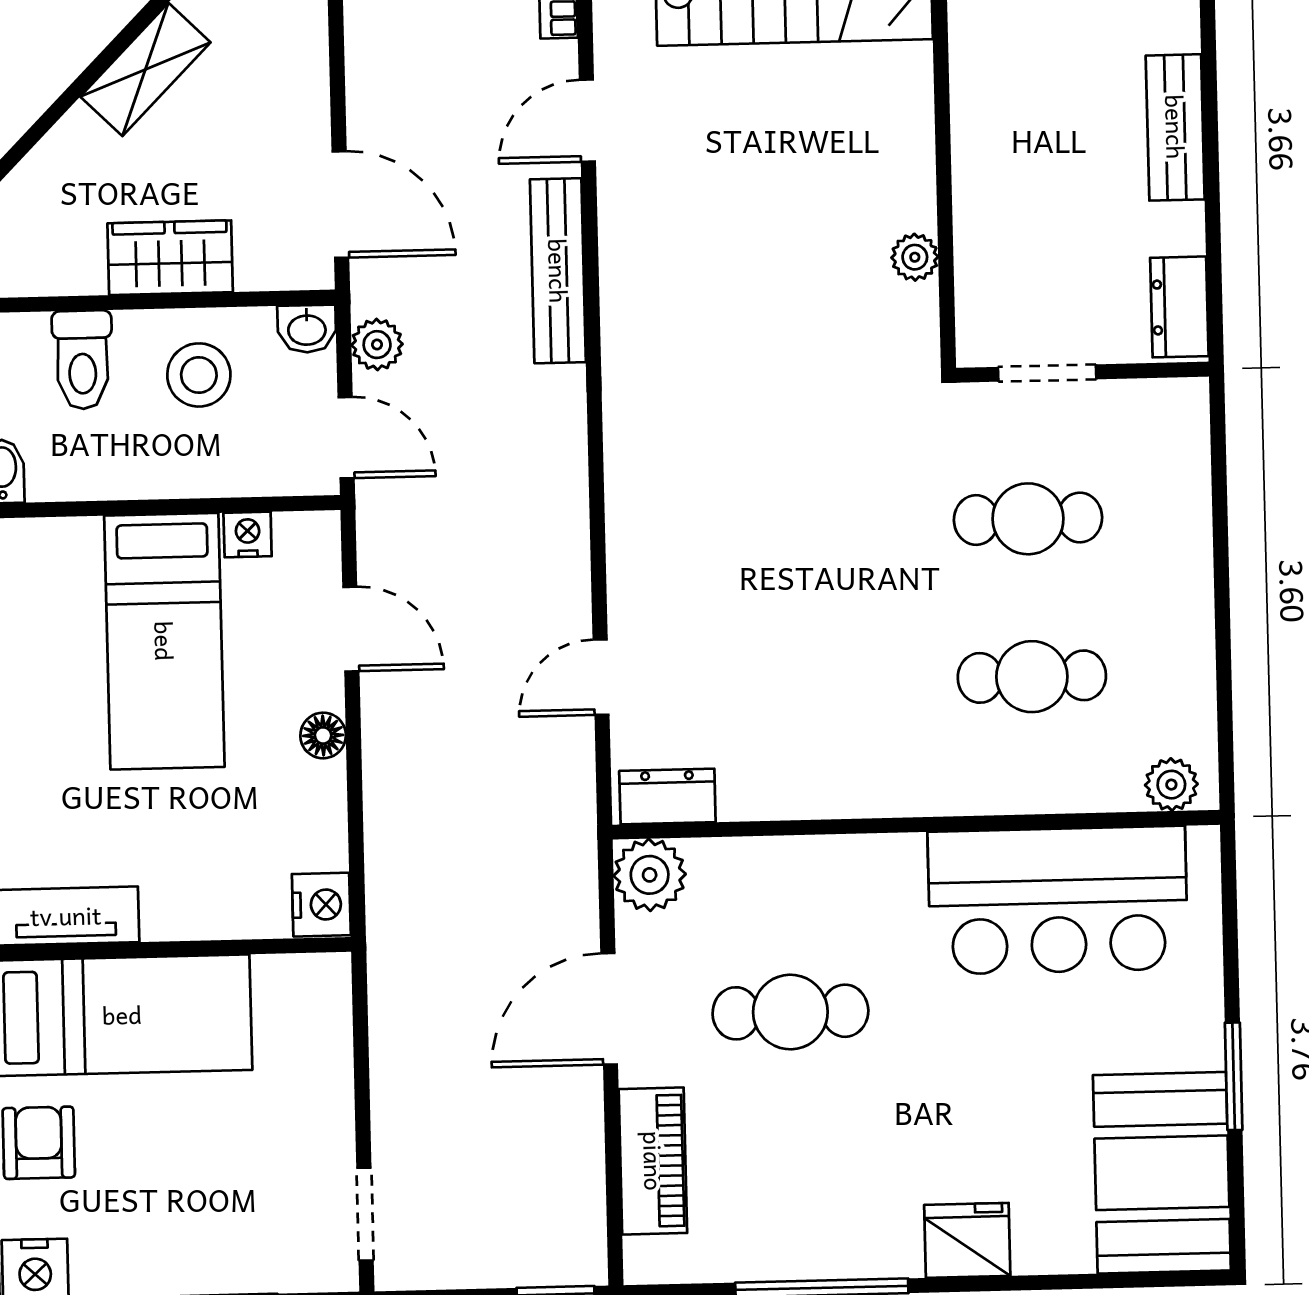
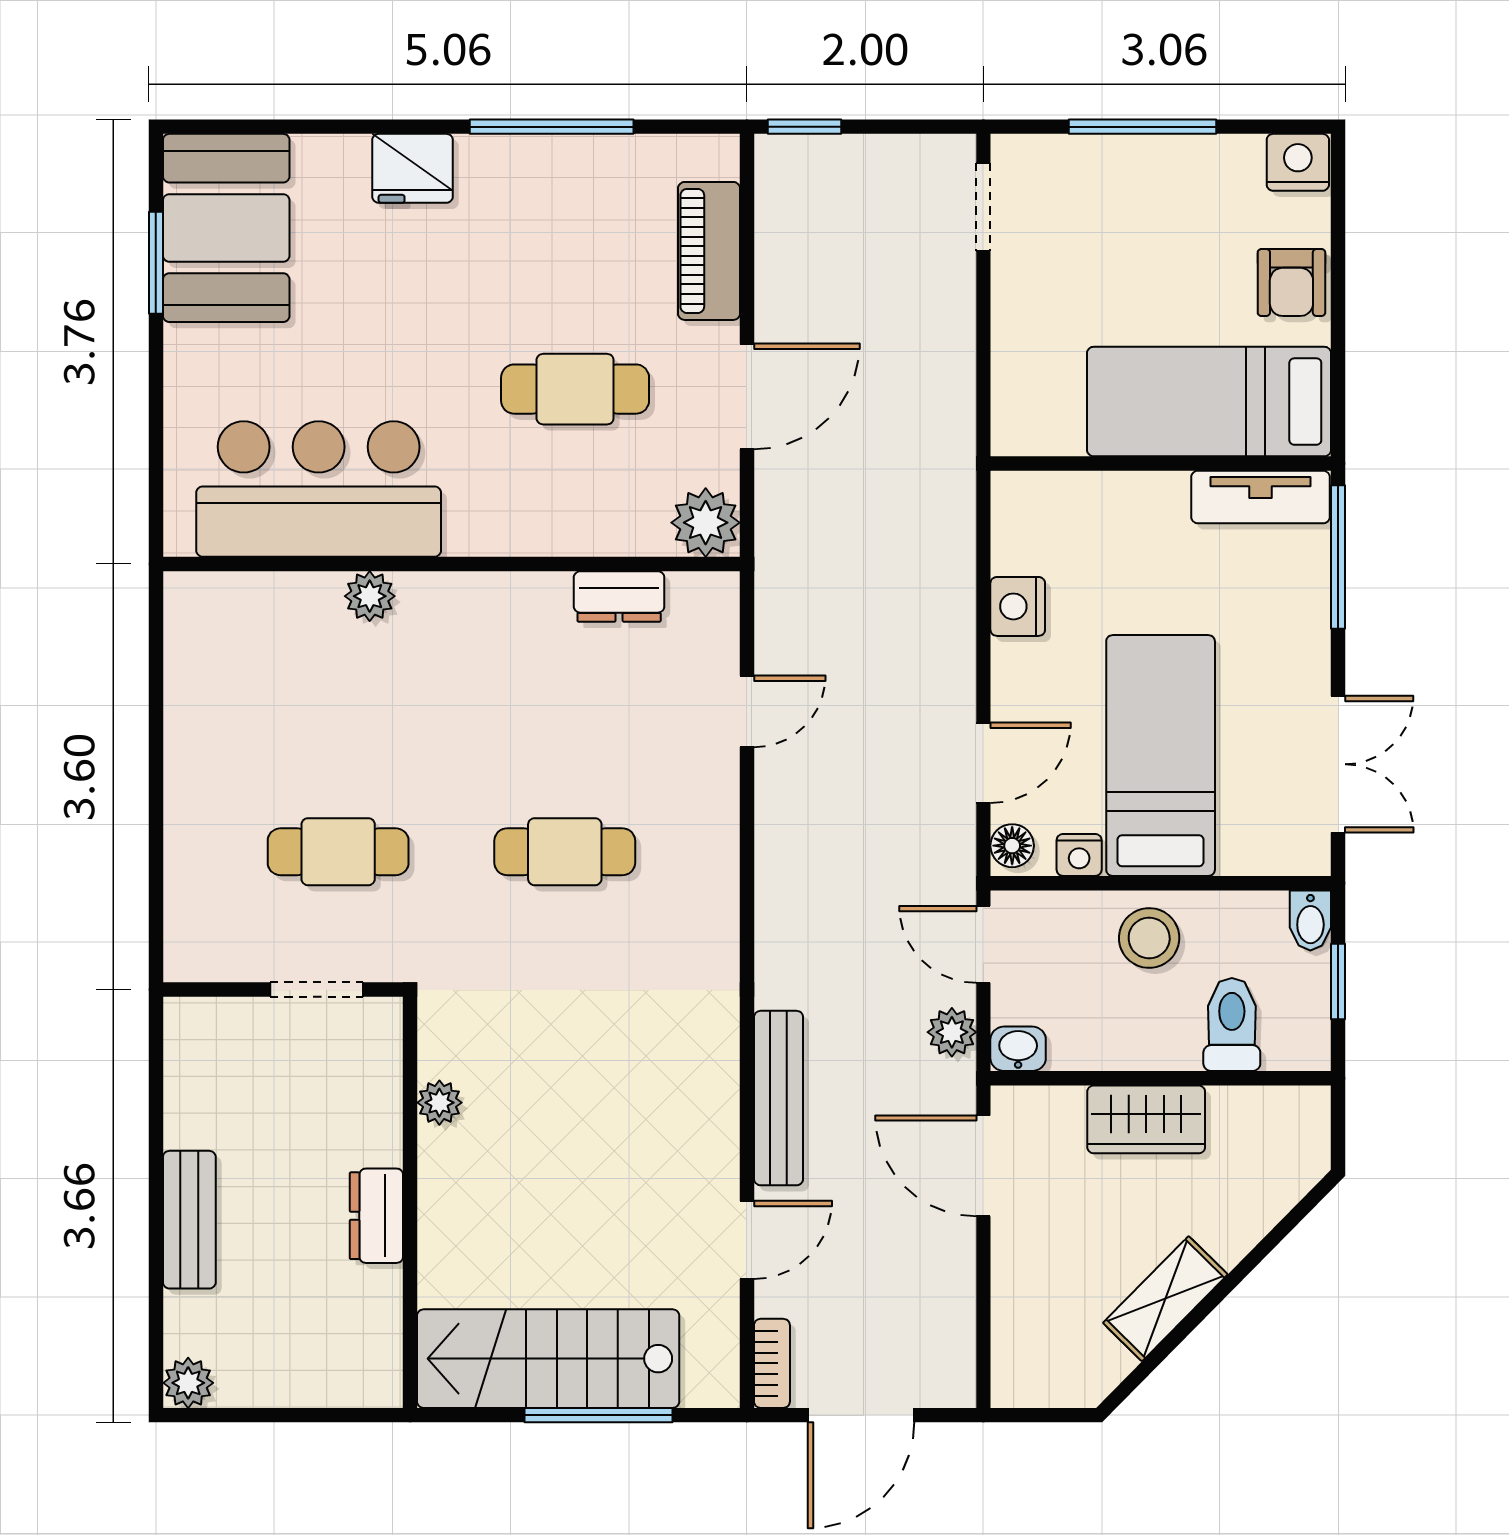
dresser: (1179, 307) -> (376, 1216), moved, turned 180
stool: (199, 375) -> (1149, 938), moved
door: (351, 629) -> (983, 763), swing flipped
cafe table: (1032, 677) -> (565, 852), moved
floor lamp: (323, 735) -> (1012, 846), moved
plant: (1171, 785) -> (370, 596), moved
dresser: (667, 797) -> (619, 596), moved
nightstand: (321, 905) -> (1018, 606), moved
window: (1234, 1076) -> (156, 263), moved

